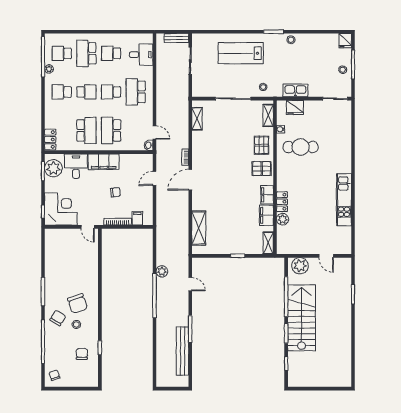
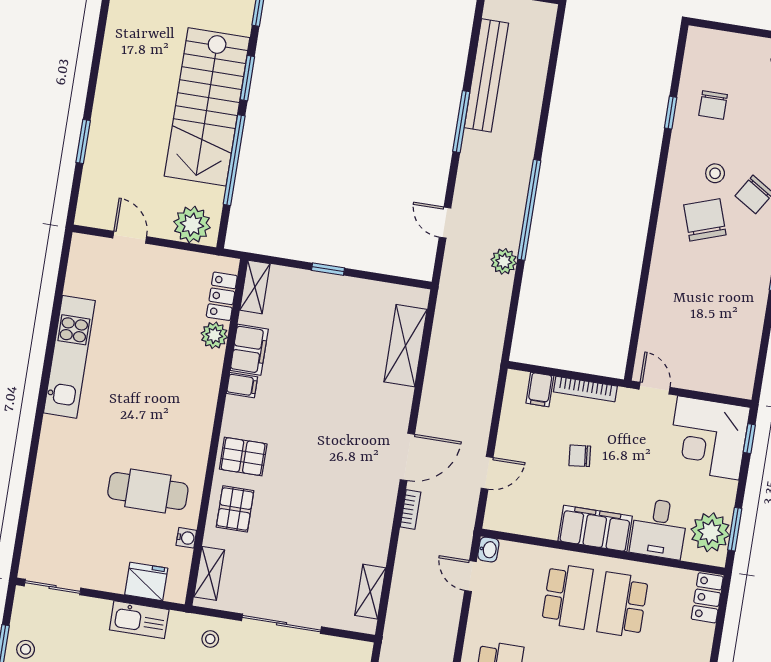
filing cabinet: (267, 195) -> (242, 385), width x0.50
locker: (282, 202) -> (222, 296), moved

